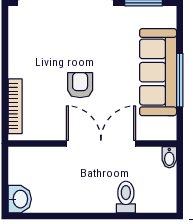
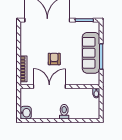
double door: (101, 144) -> (49, 86), moved
toilet: (126, 197) -> (64, 112), moved

